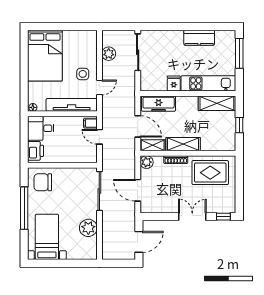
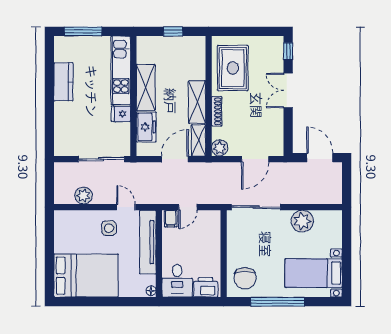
sliding door: (138, 52) -> (101, 159), moved
shelving: (217, 103) -> (146, 87), moved
freezer: (159, 104) -> (146, 127), width x0.71

